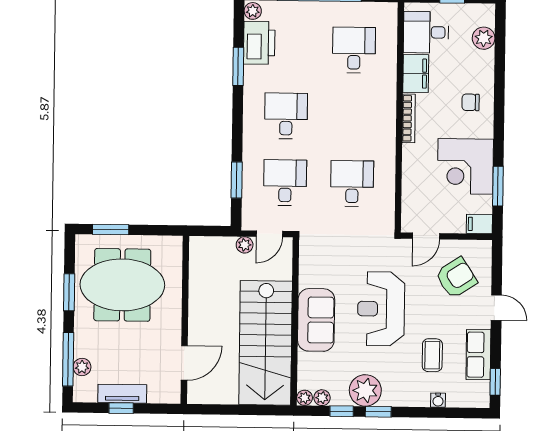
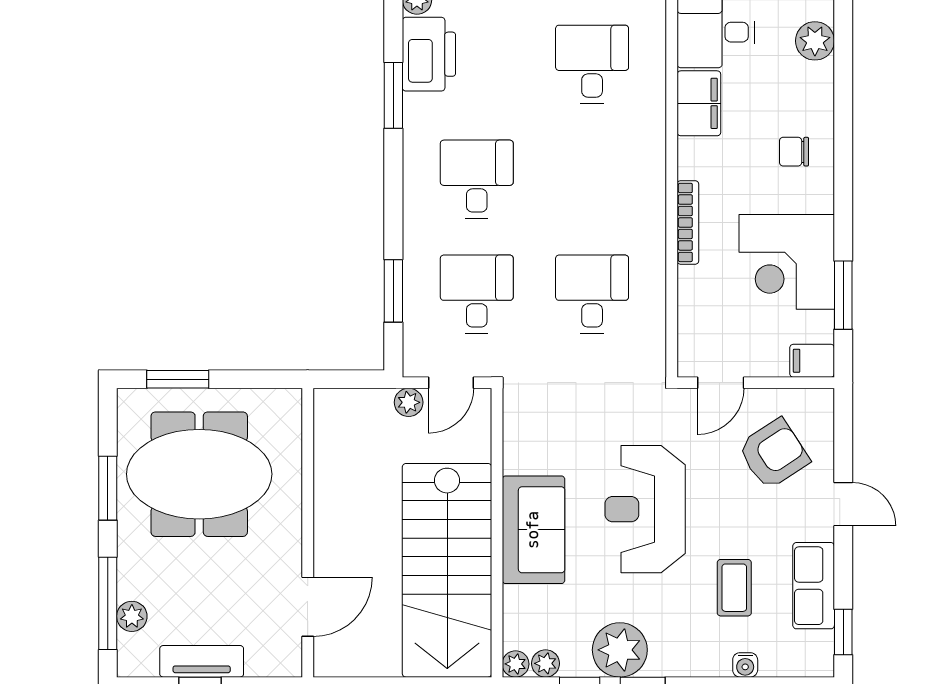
bookcase: (409, 118) -> (688, 222), moved

